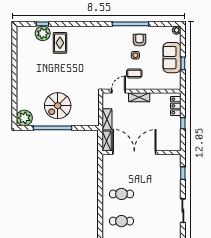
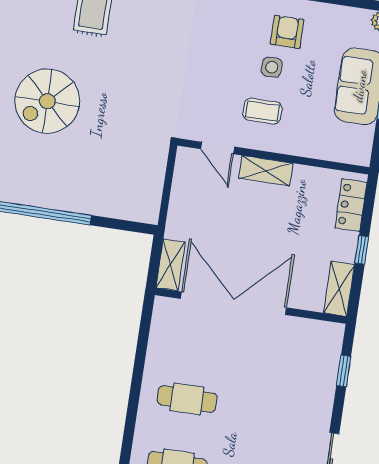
door: (118, 91) -> (218, 148), swing flipped
spiral stairs: (58, 106) -> (47, 101), moved
shelving: (107, 119) -> (339, 289), moved

